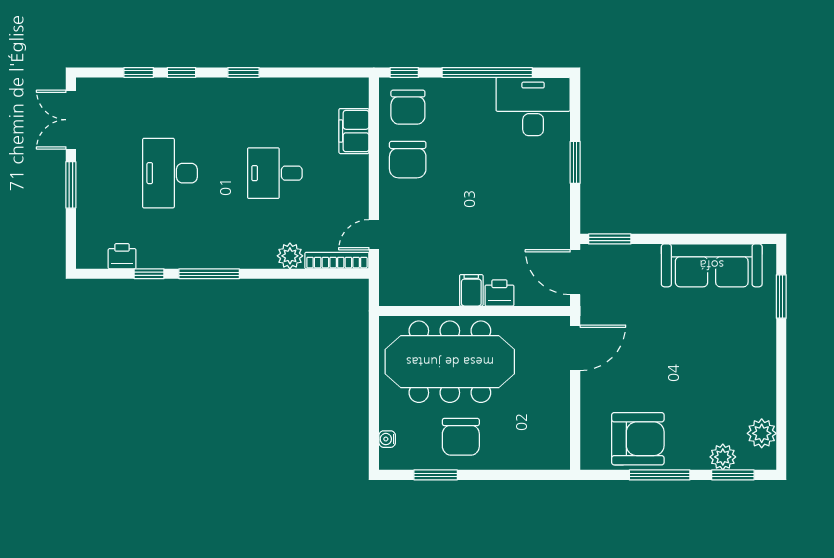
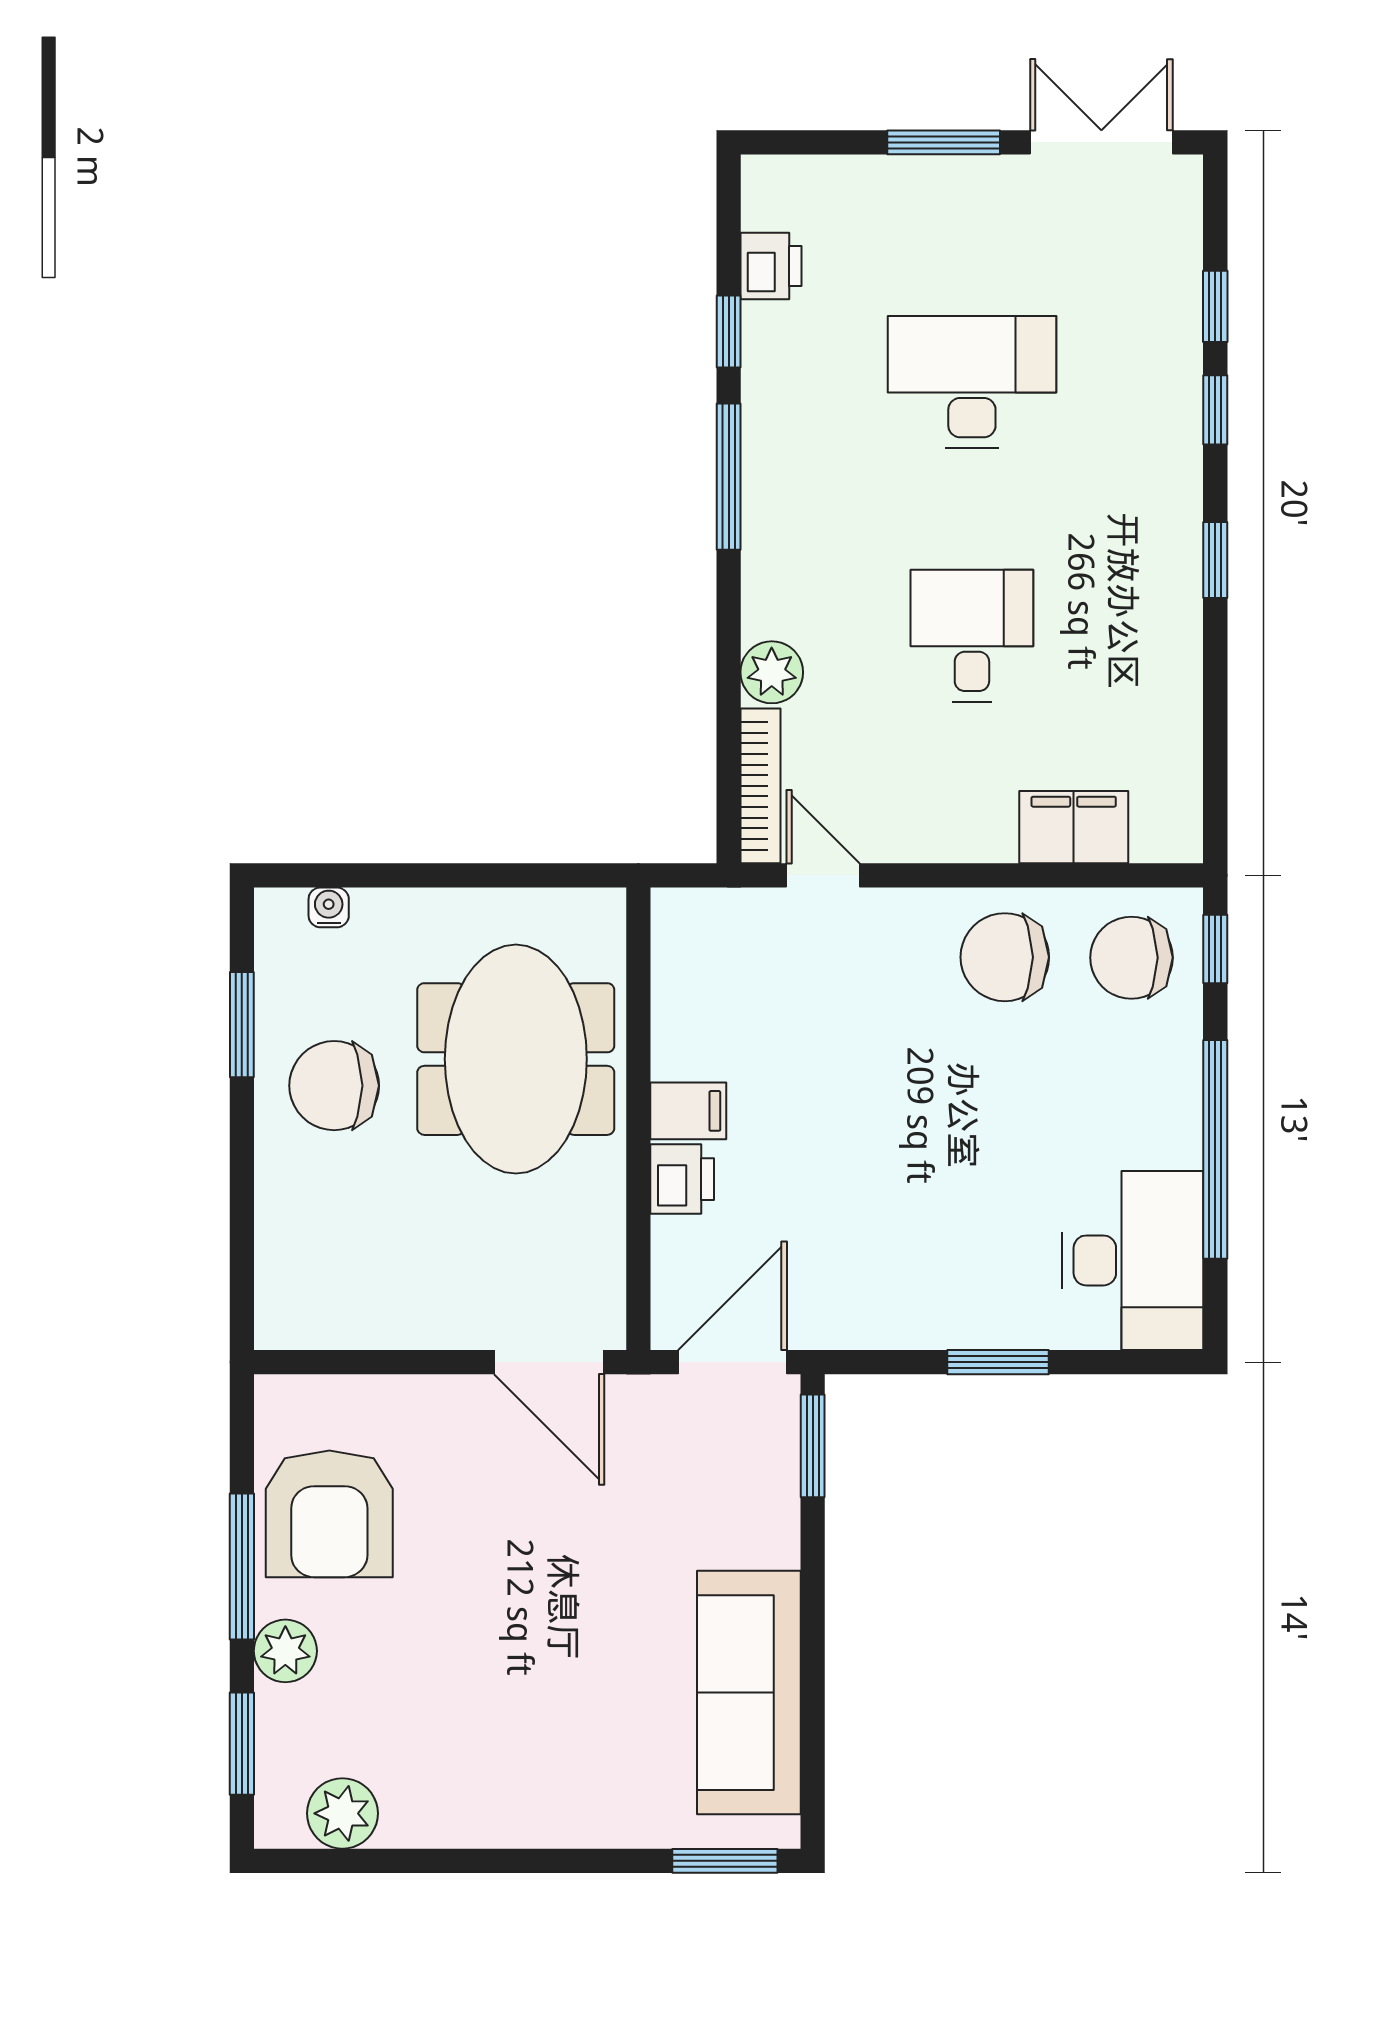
window: (781, 297) -> (725, 1861), moved
meeting table: (450, 362) -> (516, 1059), width x0.73
plant: (723, 457) -> (285, 1651), moved

